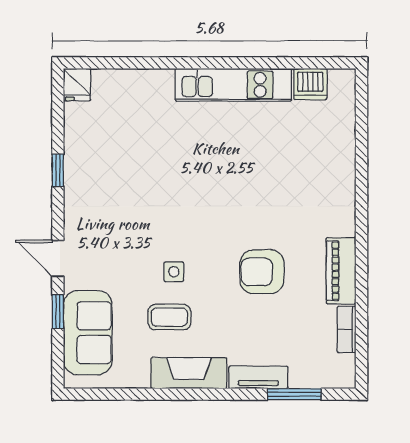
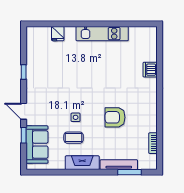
dishwasher: (310, 84) -> (150, 70), moved, turned 90
fridge: (77, 85) -> (58, 34), moved
piano: (341, 271) -> (150, 117), removed
tv unit: (258, 377) -> (119, 165), width x1.41

